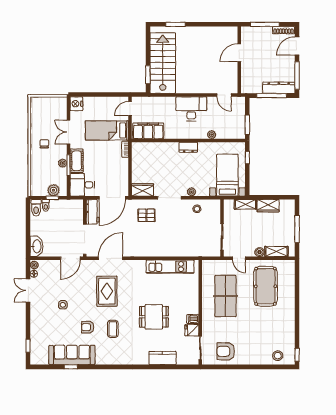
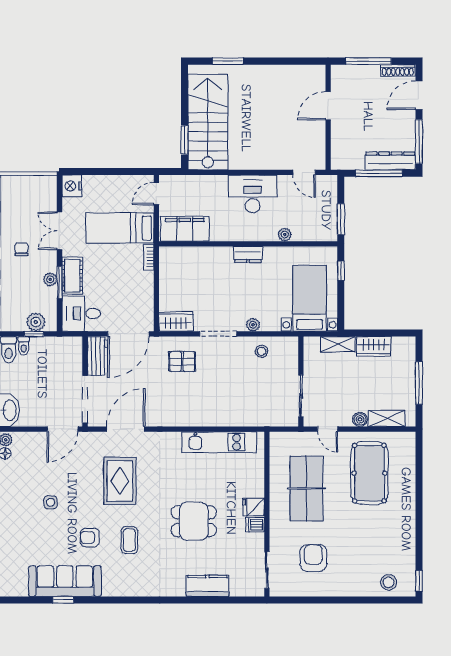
fridge: (192, 330) -> (253, 507), moved
armchair: (226, 351) -> (313, 558), moved, turned 90

